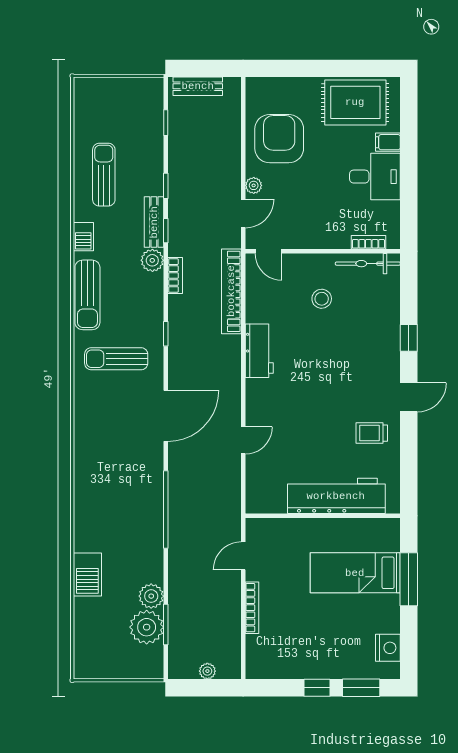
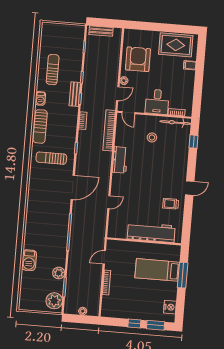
desk: (375, 177) -> (157, 102), moved, turned 90
plant: (152, 260) -> (72, 112), removed
window: (409, 338) -> (194, 142), moved
plant: (147, 627) -> (54, 301), moved

